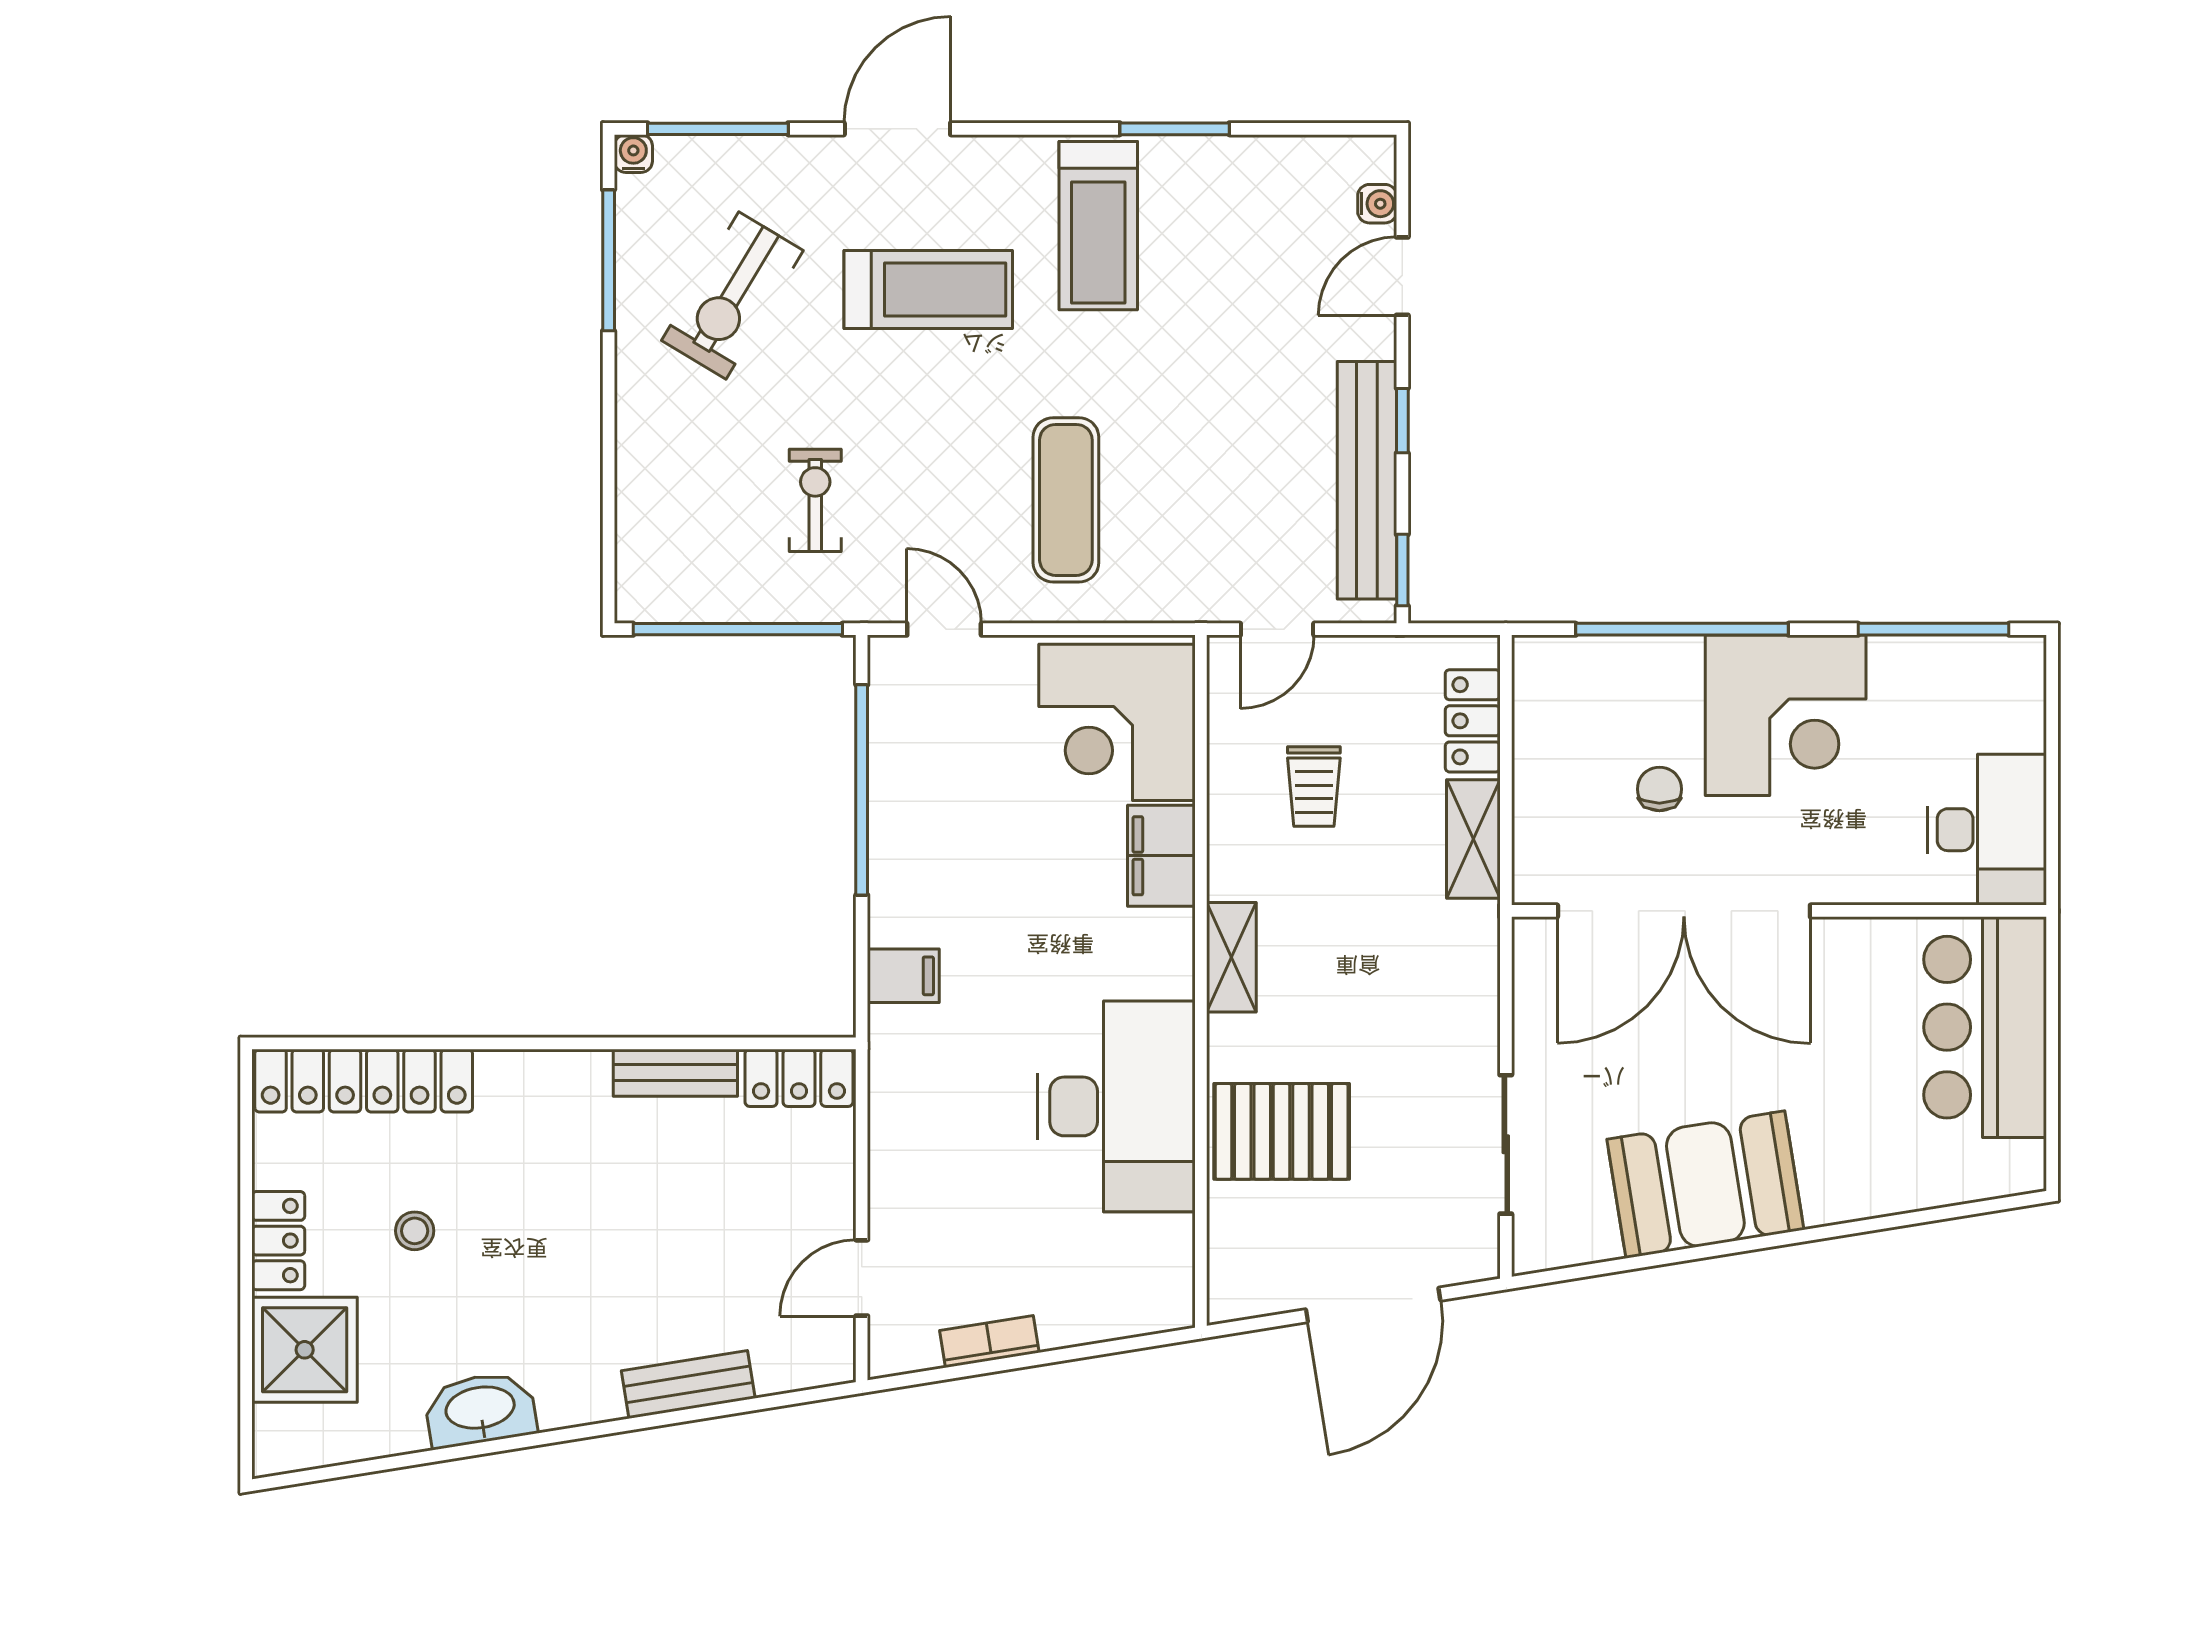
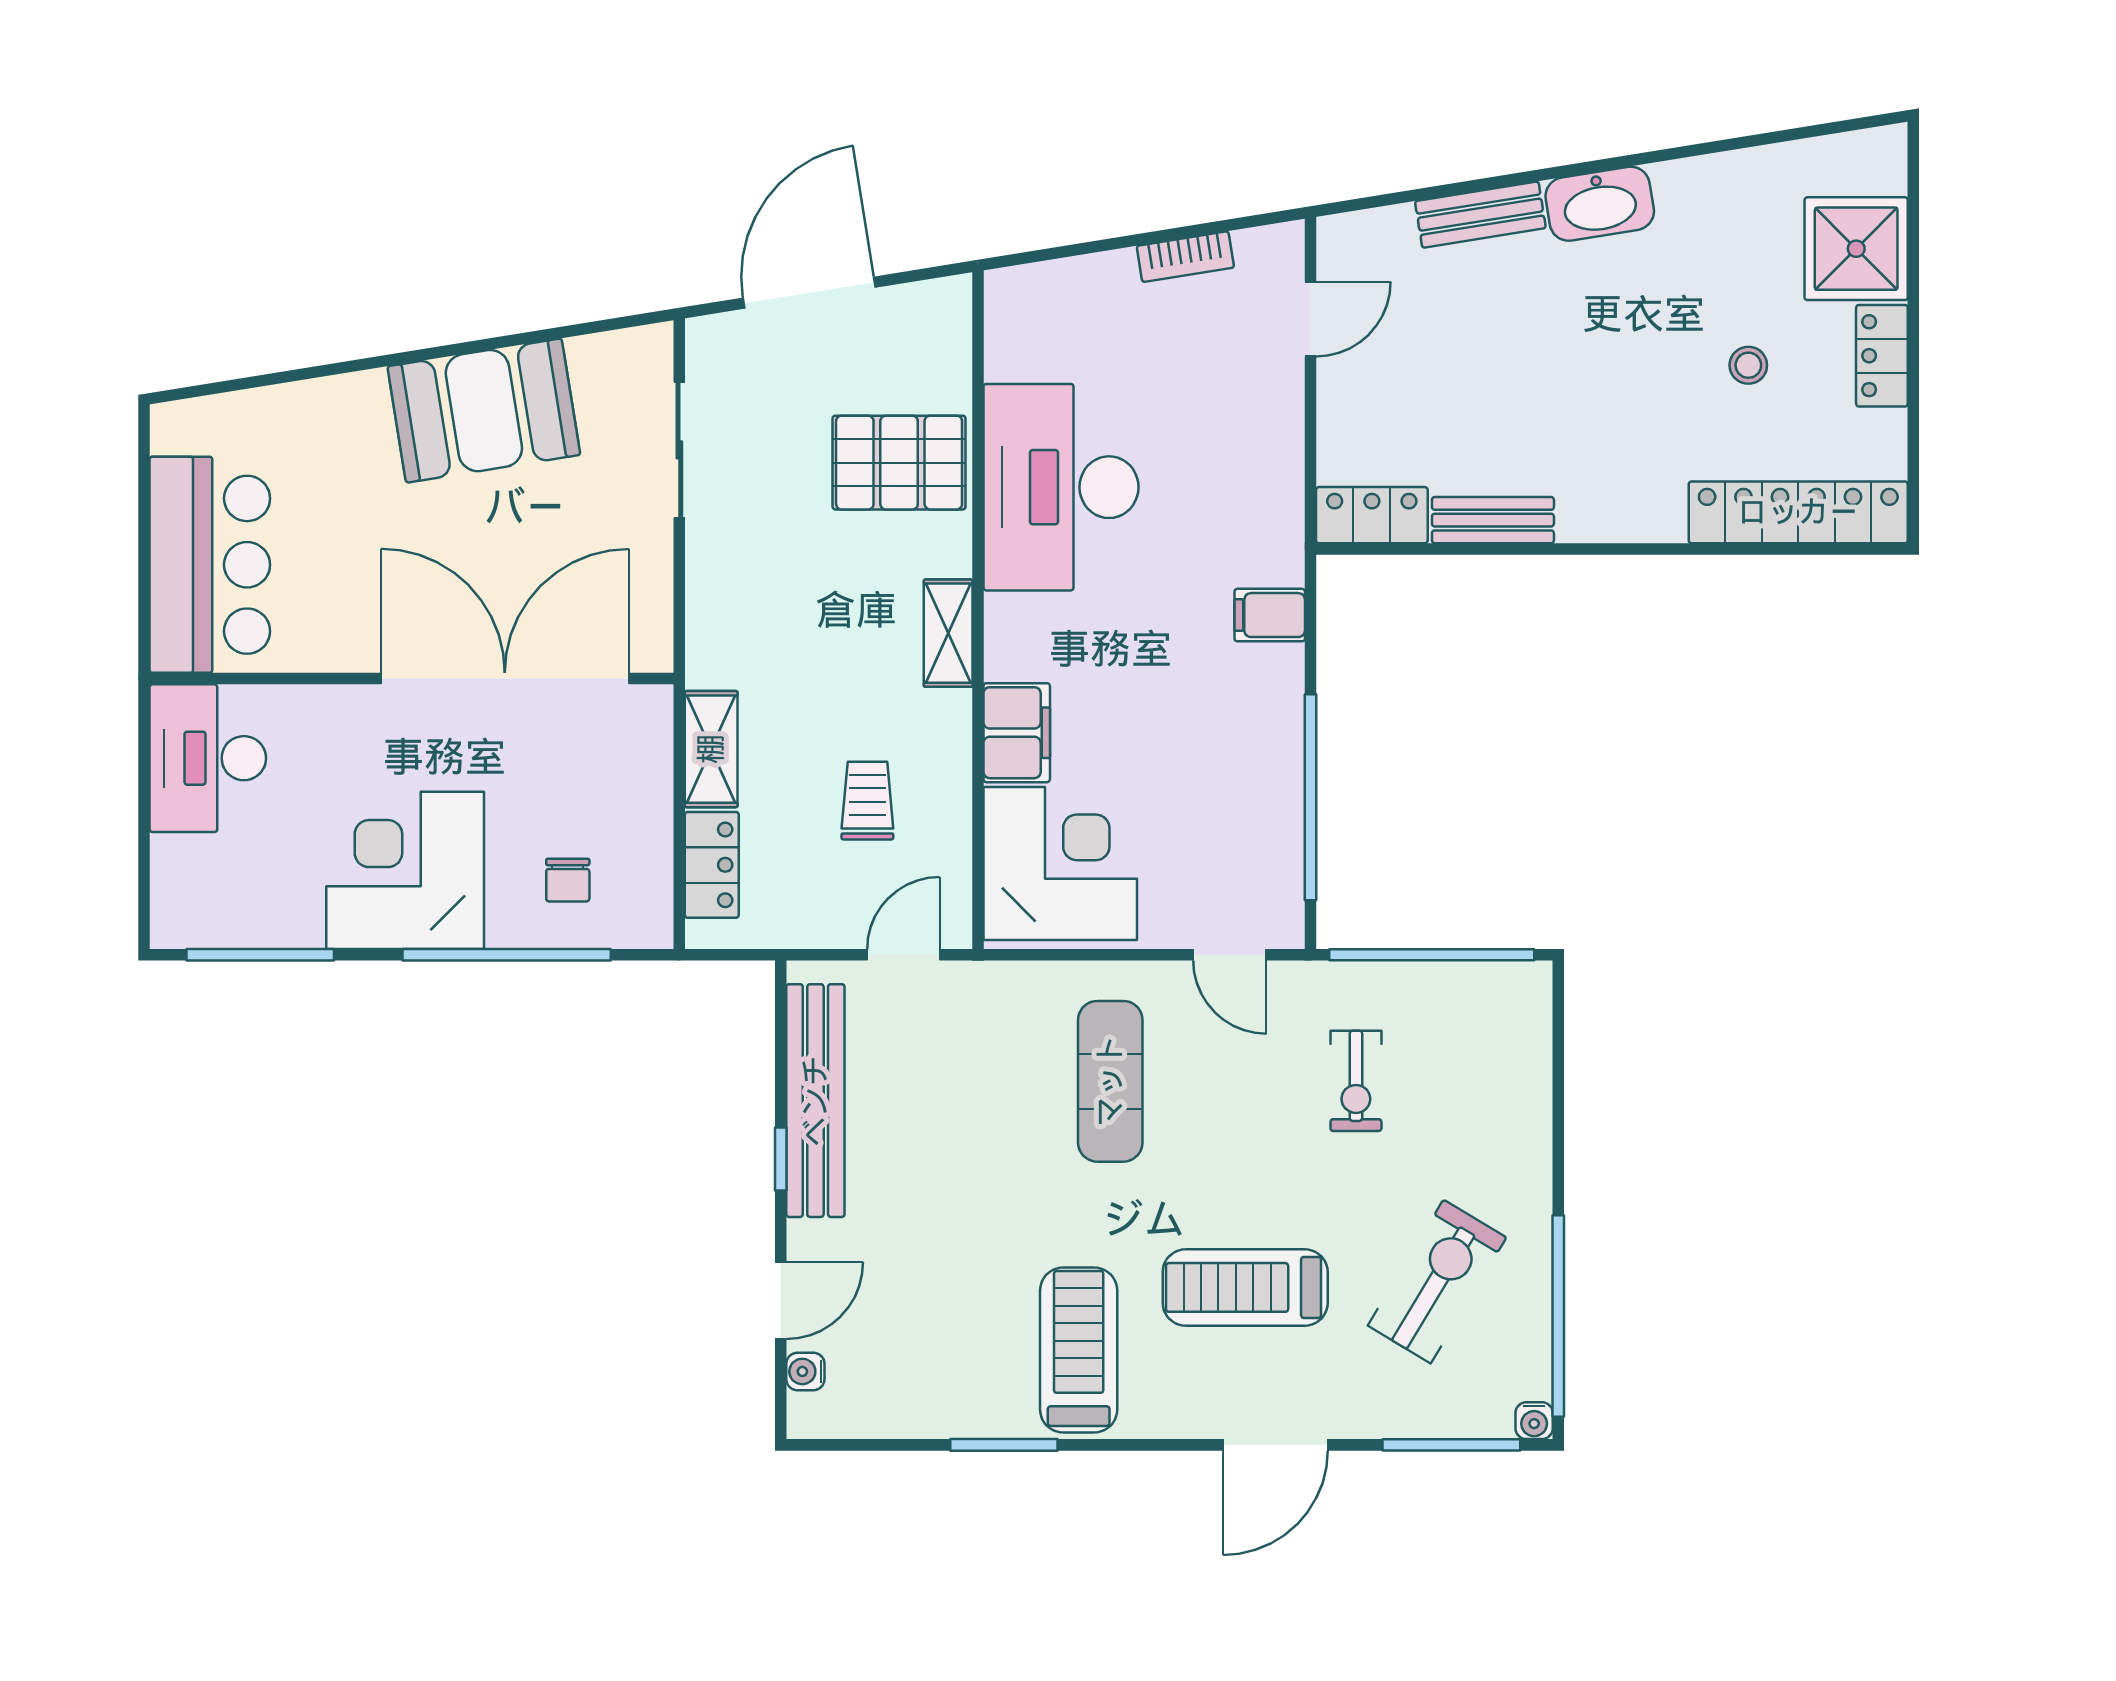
window: (609, 260) -> (1558, 1316), width x1.46
window: (1402, 570) -> (781, 1013), removed
chair: (1659, 789) -> (568, 880), moved
washbasin: (480, 1410) -> (1600, 204), moved

